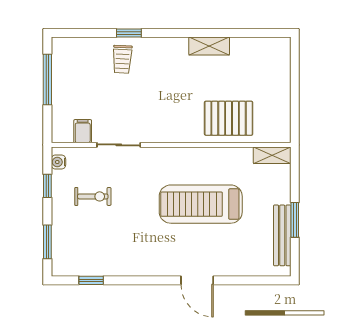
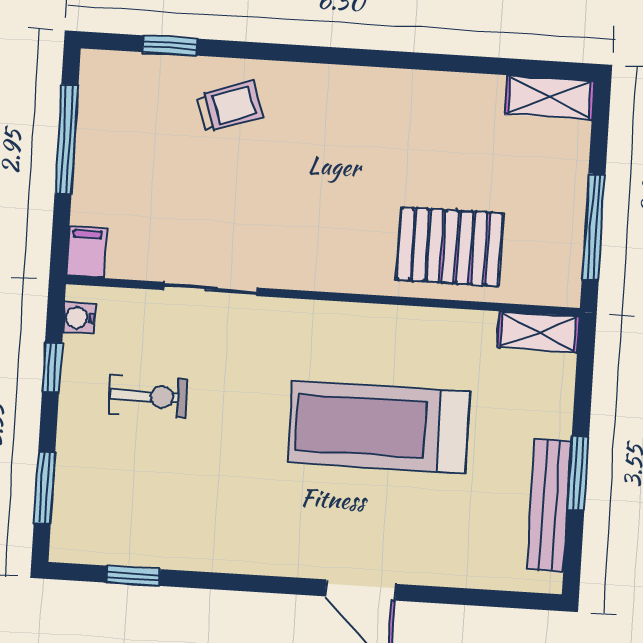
window: (129, 33) -> (170, 45), moved
shelving: (209, 46) -> (550, 97), moved
trolley: (122, 59) -> (230, 106), turned -112
window: (295, 105) -> (594, 227), added
filing cabinet: (83, 131) -> (87, 252), moved

